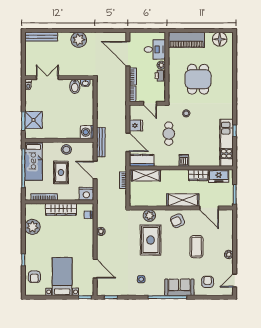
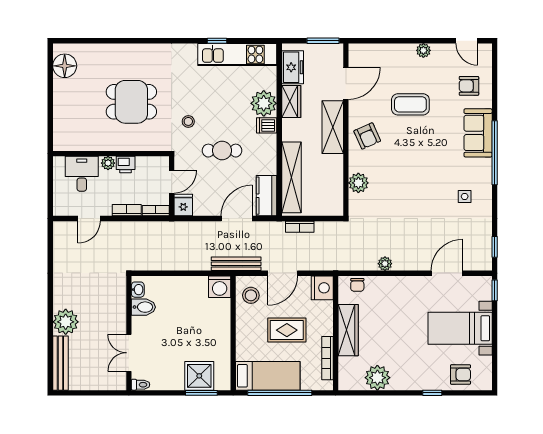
plant: (79, 40) -> (66, 322), moved
piano: (186, 40) -> (66, 121), removed
door: (128, 54) -> (89, 219), width x0.53
fridge: (136, 125) -> (183, 205), moved
stool: (66, 150) -> (251, 295), moved
plant: (197, 159) -> (264, 103), added
shelving: (146, 175) -> (291, 177), width x1.47
rug: (151, 240) -> (399, 181), removed

